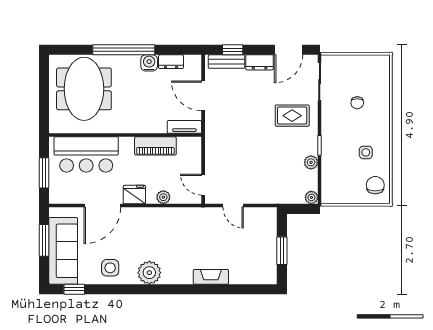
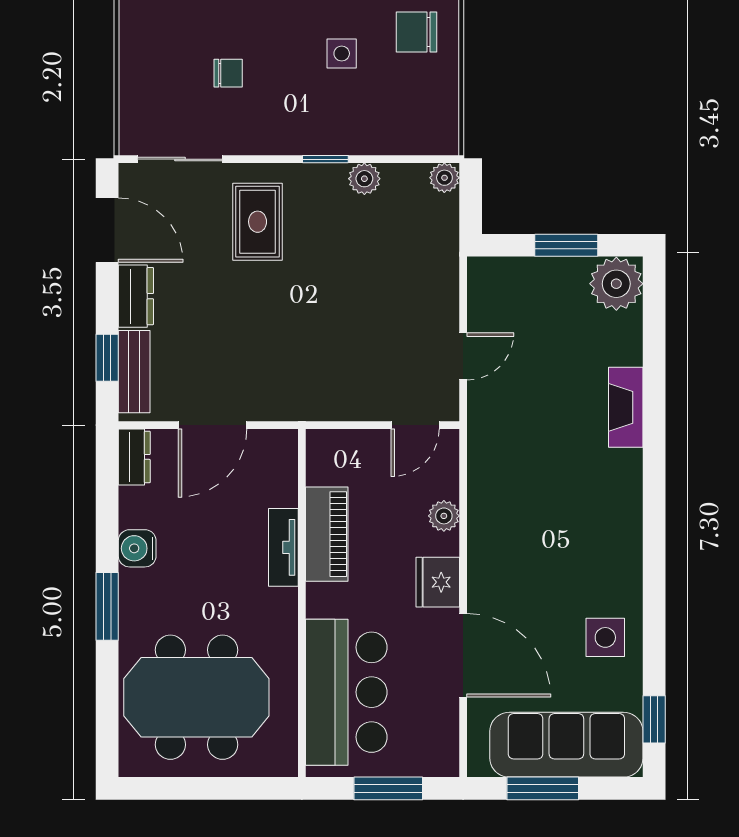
window: (124, 50) -> (107, 606), width x0.47
dresser: (171, 62) -> (134, 457), moved
tv unit: (184, 127) -> (283, 547), moved
plant: (149, 273) -> (616, 284), moved

